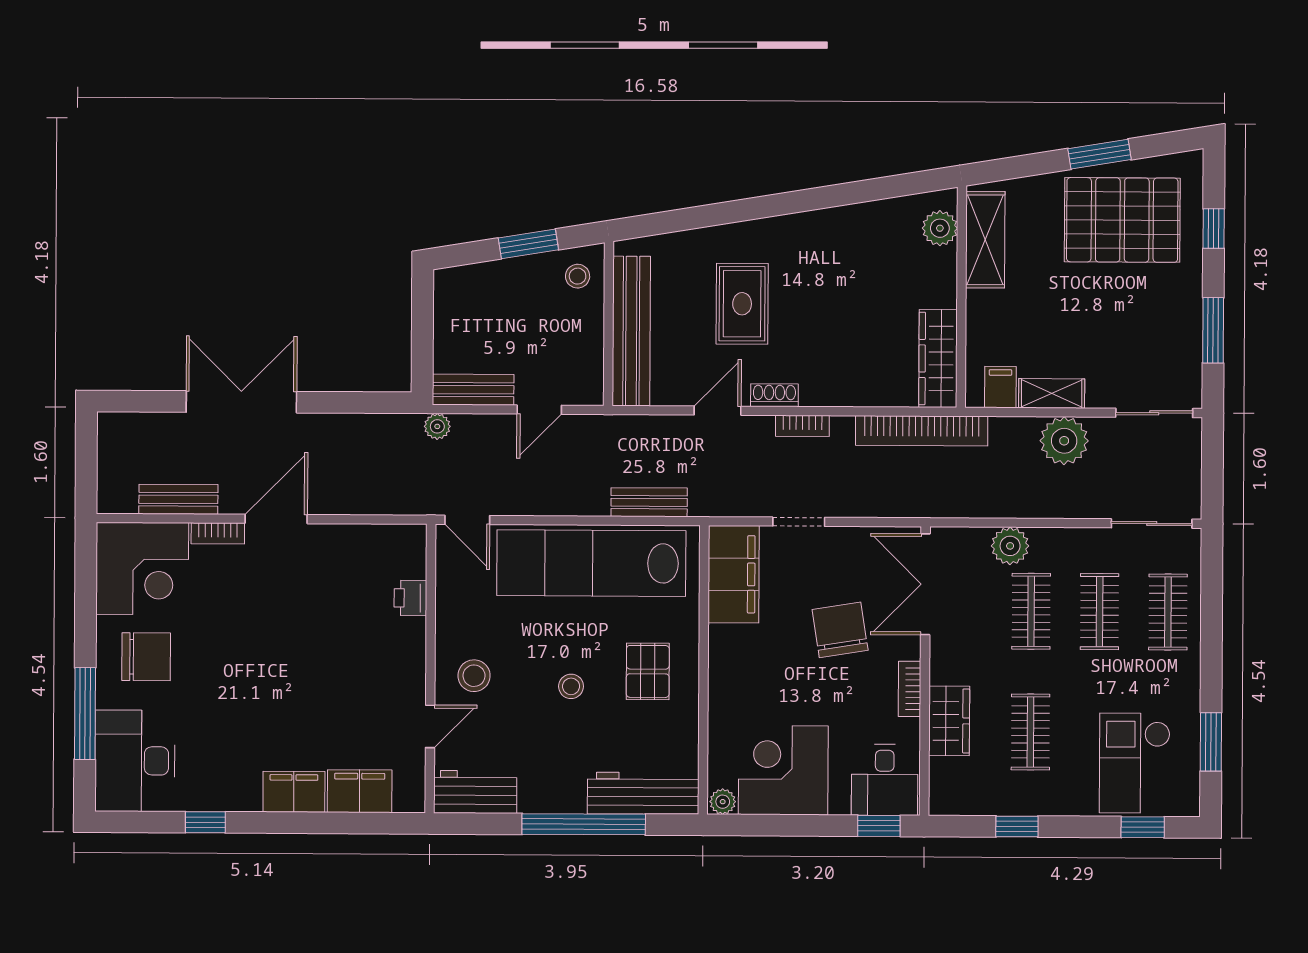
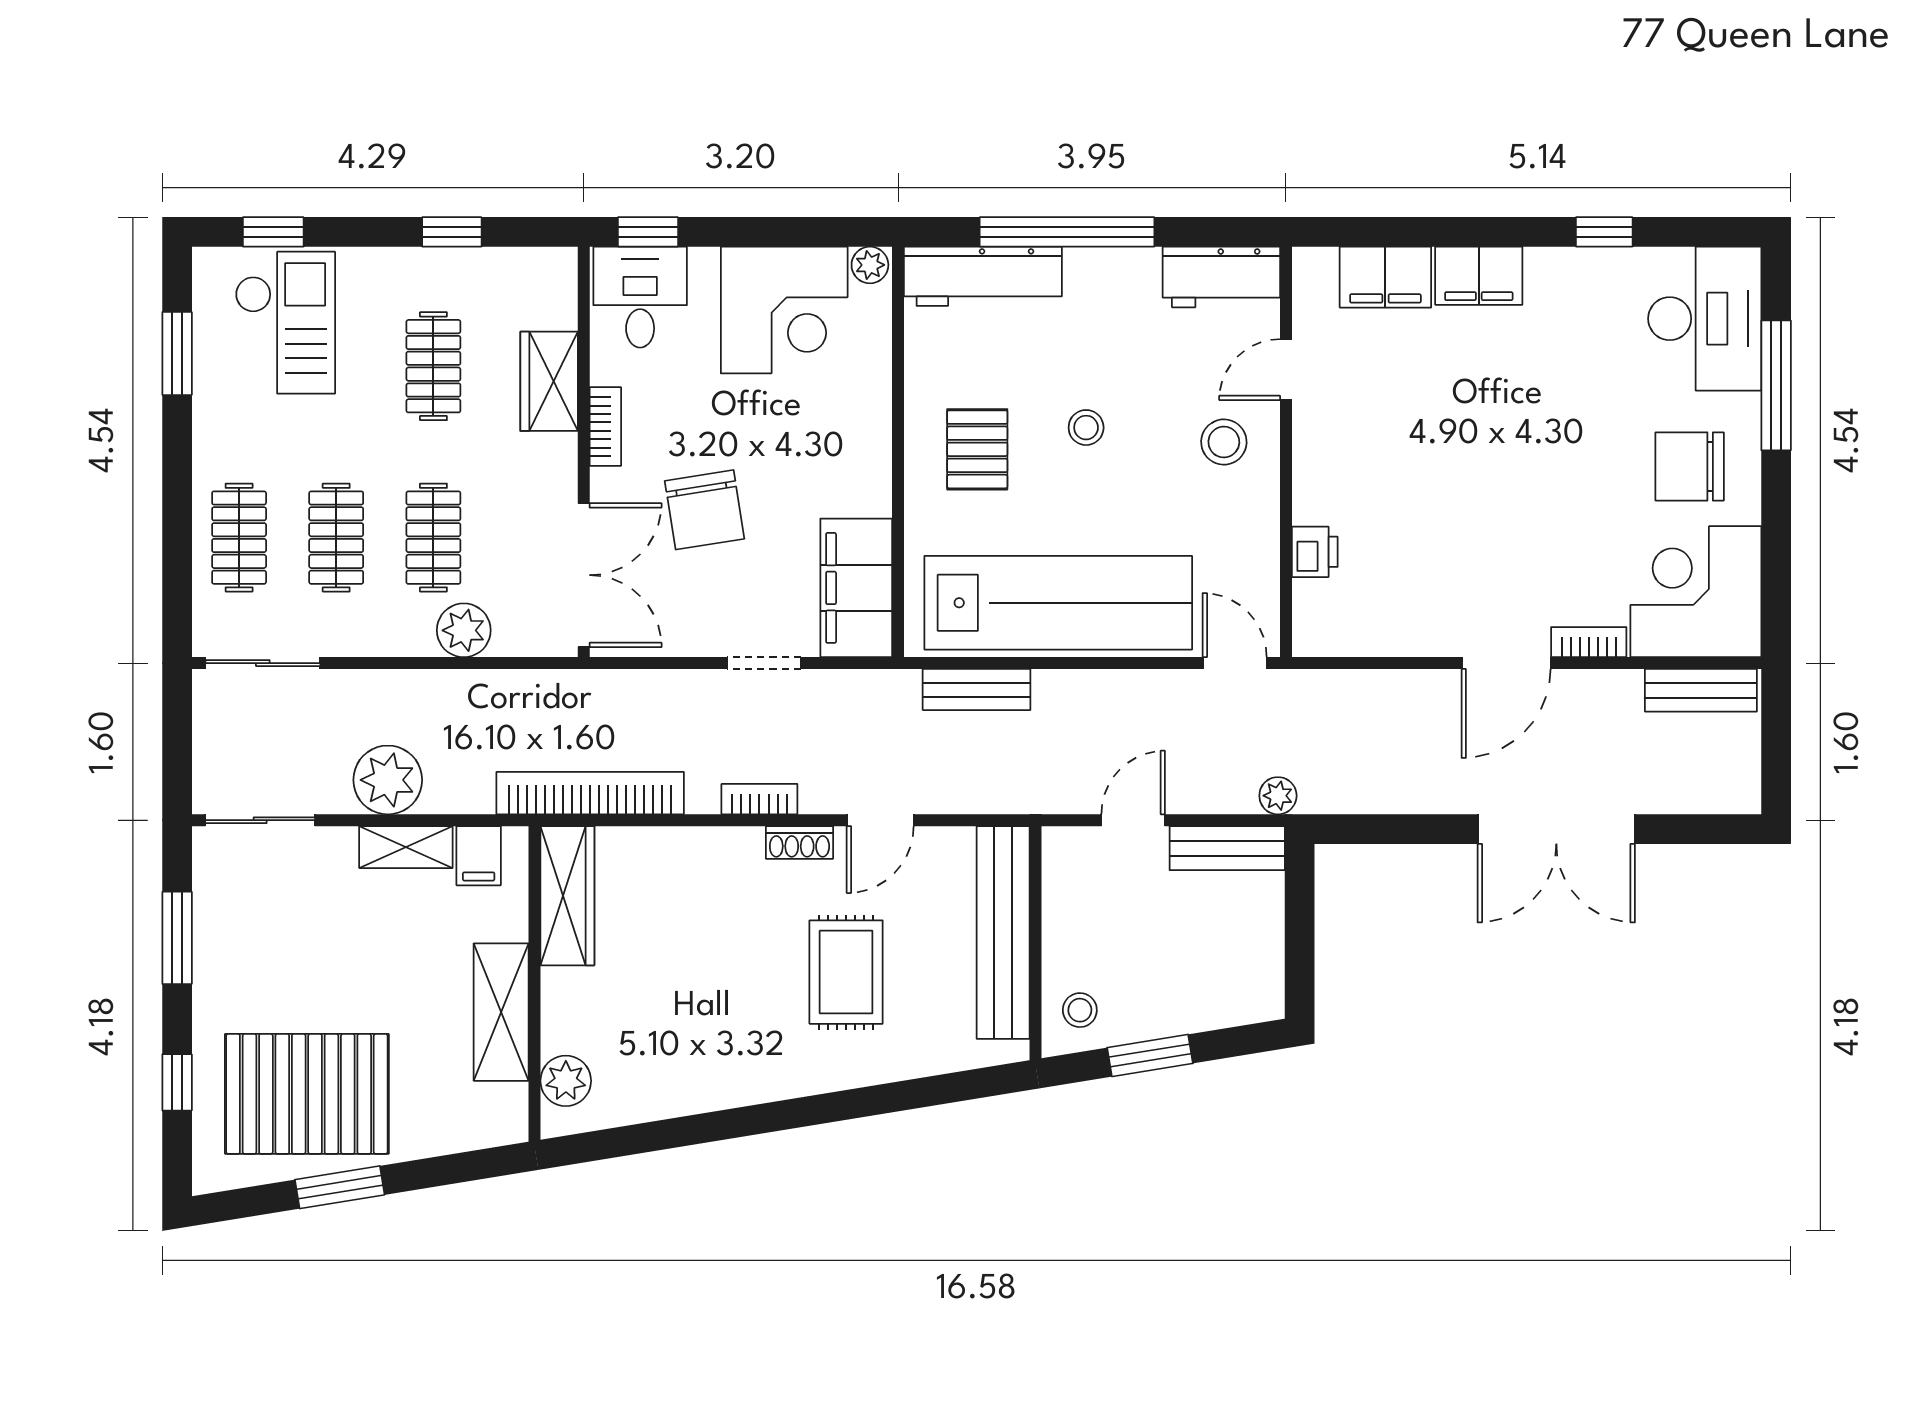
shelving: (985, 240) -> (501, 1012), moved
bench: (178, 499) -> (1701, 690), moved

